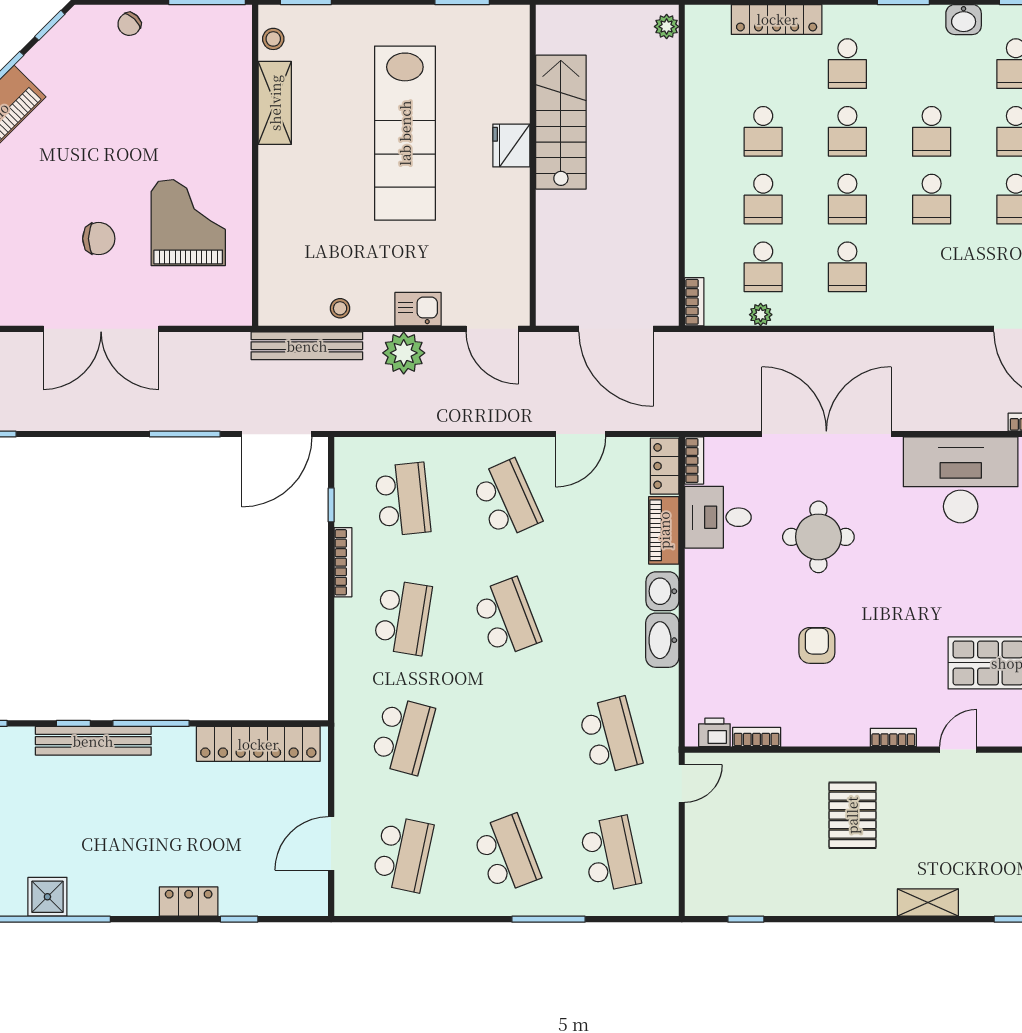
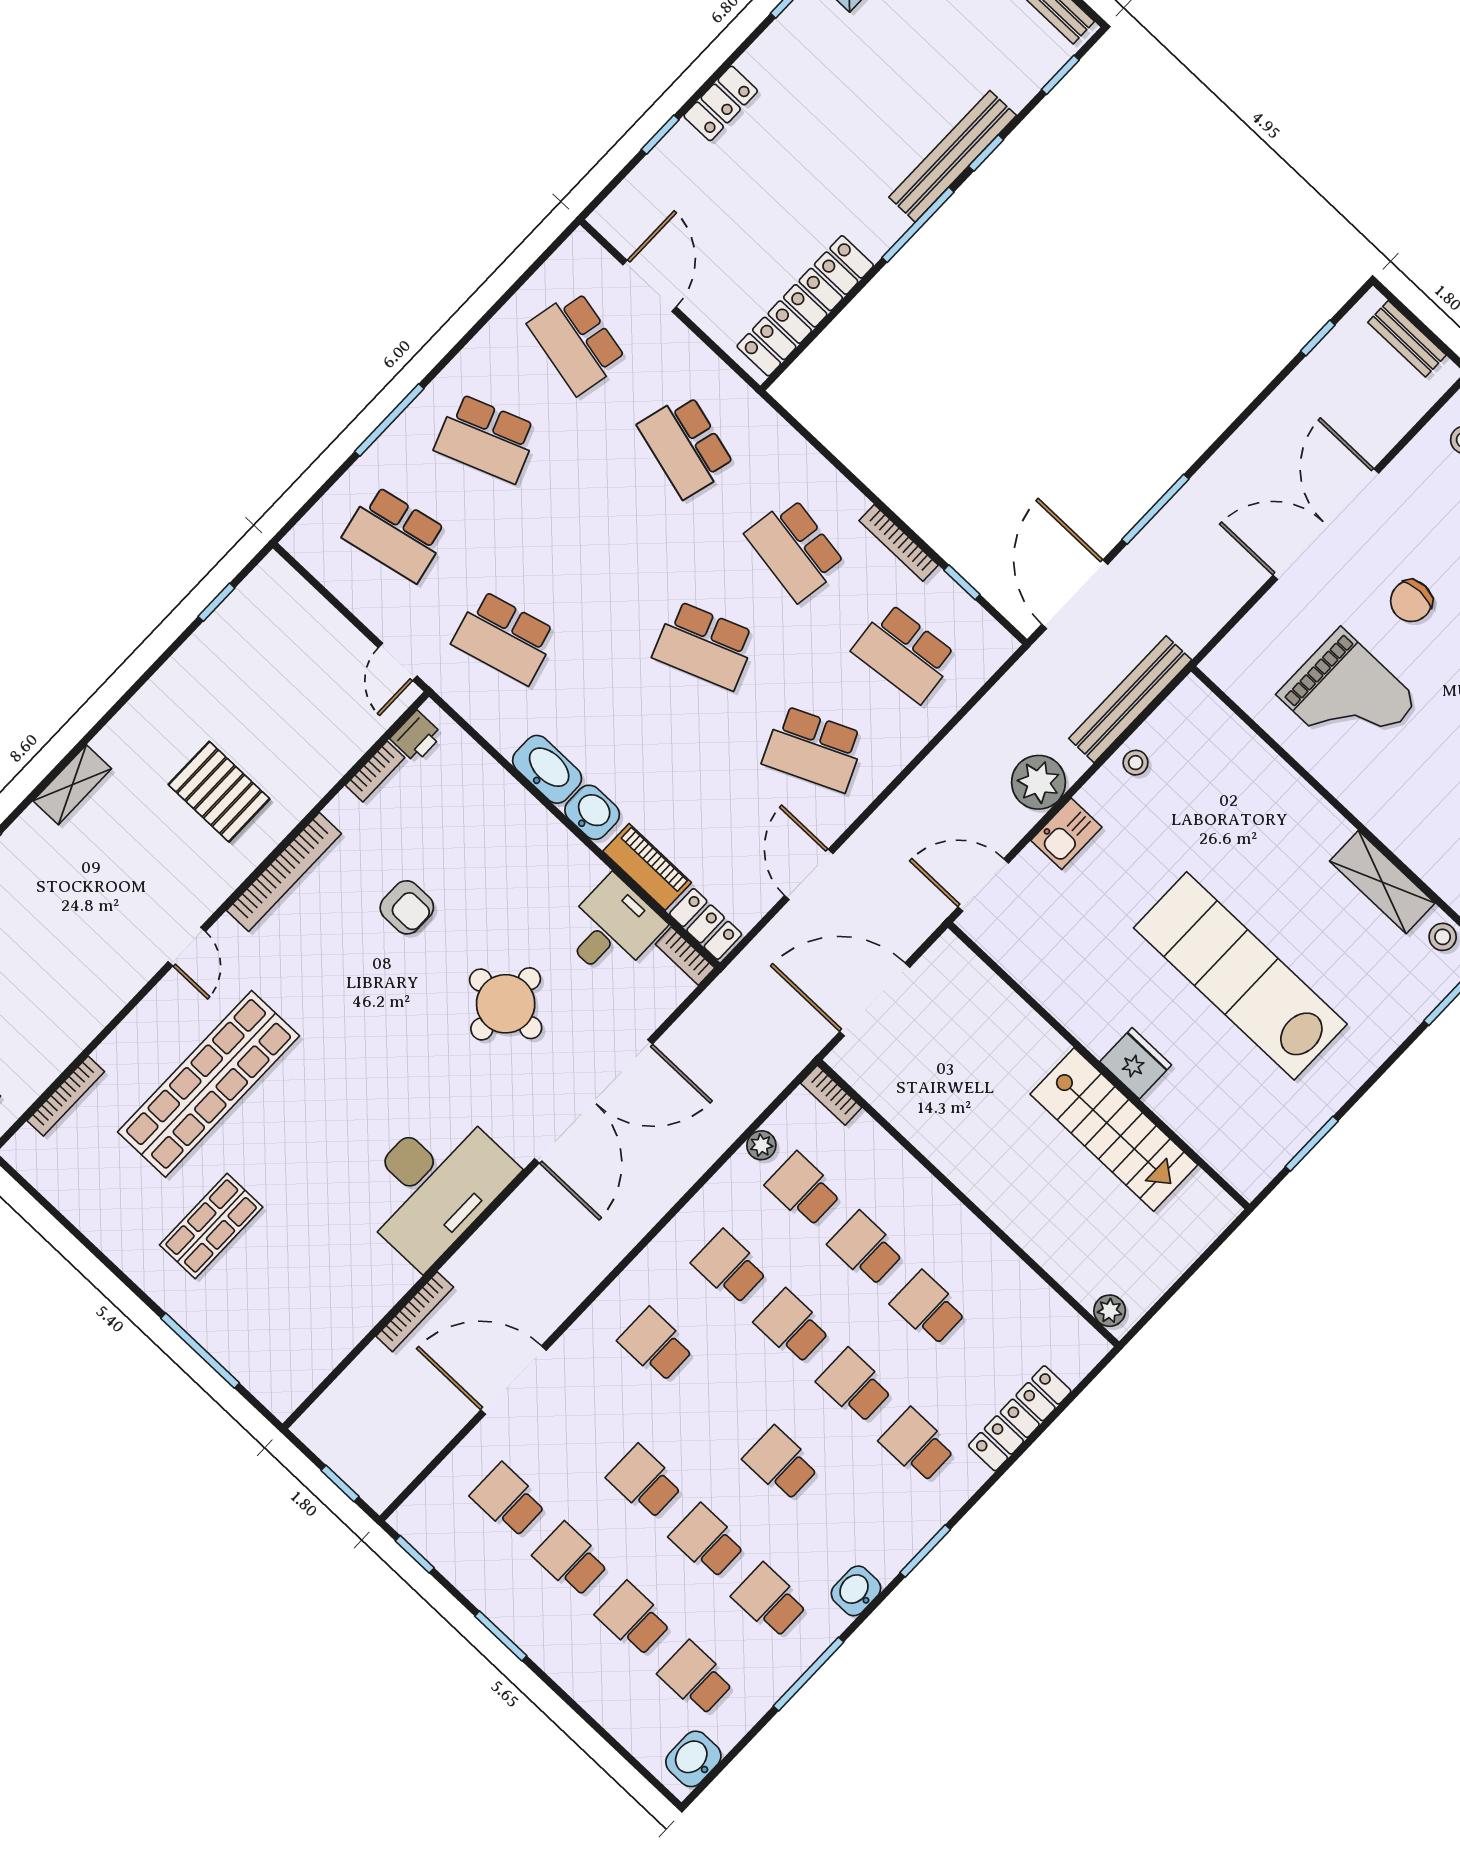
school desk: (932, 199) -> (656, 1345), moved
bookcase: (893, 738) -> (284, 872), width x2.31, depth x1.31

